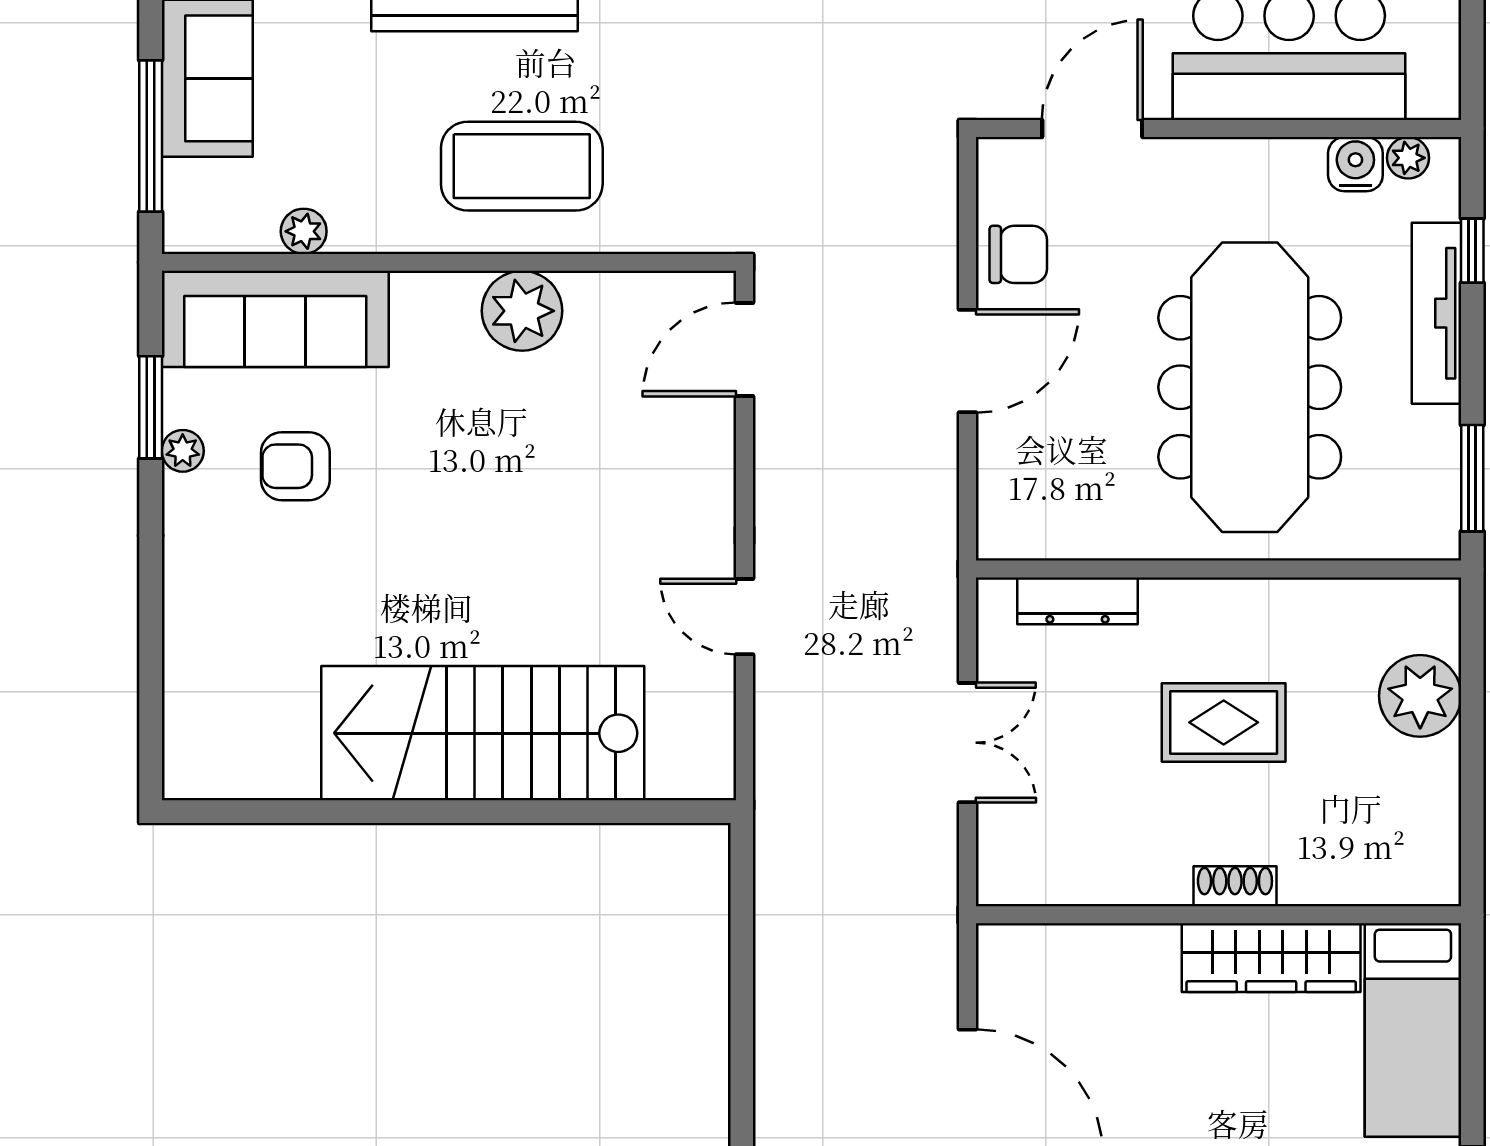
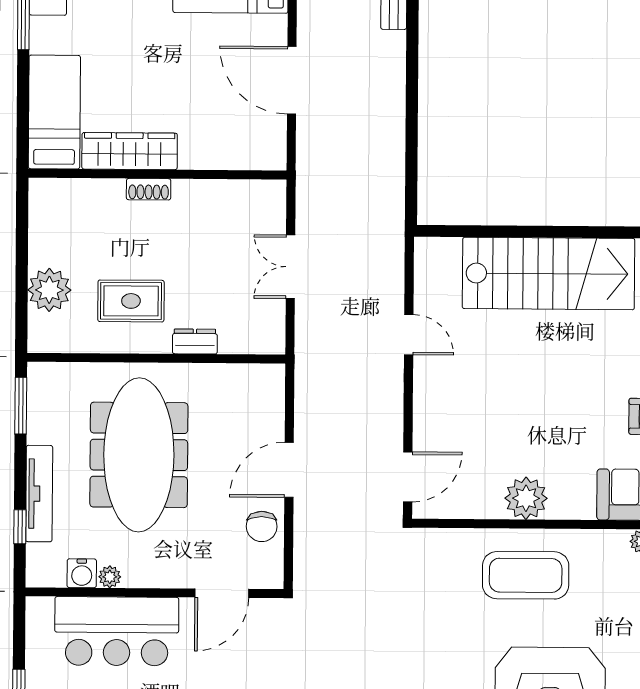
plant: (1408, 158) -> (110, 577), moved
chair: (1018, 254) -> (262, 526), turned -90
dresser: (1078, 601) -> (195, 341), moved, width x0.70
rug: (1224, 722) -> (131, 301), moved

